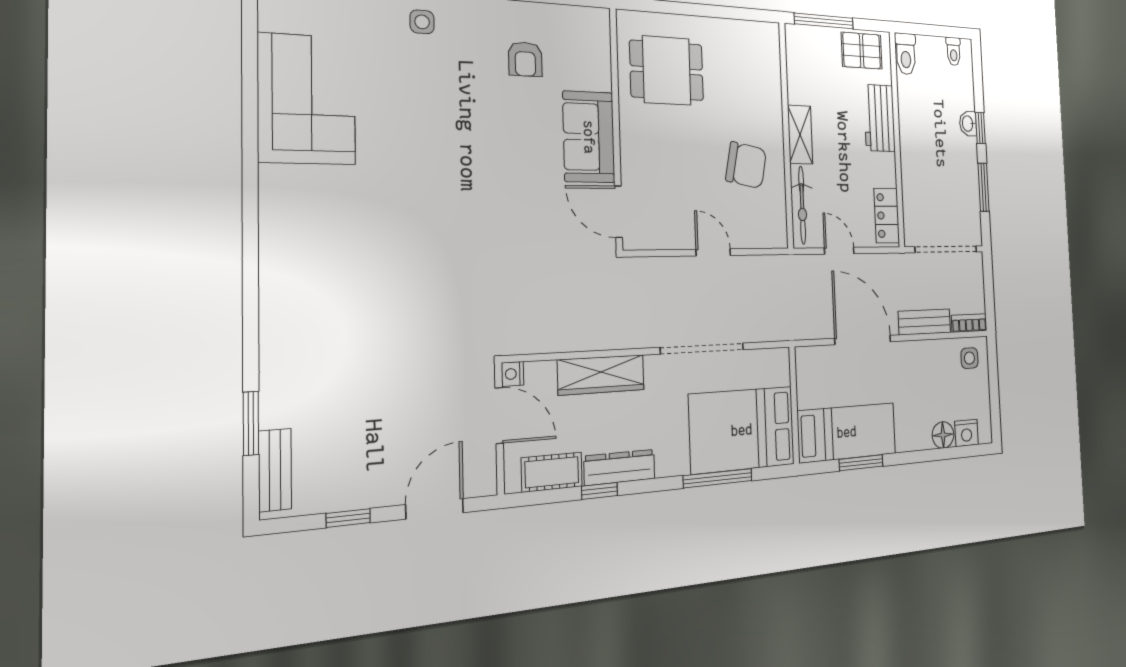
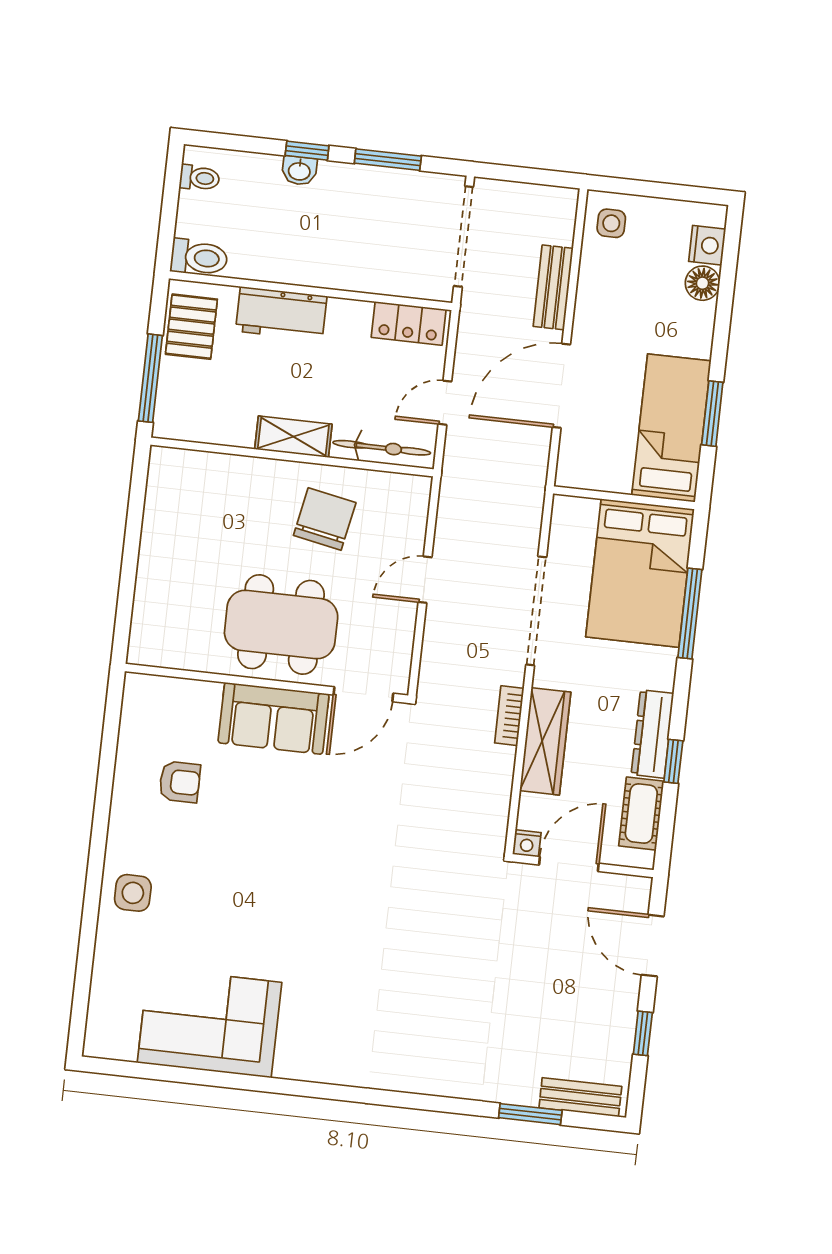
side table: (422, 22) -> (133, 893), width x1.37, depth x1.37
dining table: (667, 71) -> (281, 625), moved, width x1.38
bookcase: (969, 323) -> (509, 716), moved

